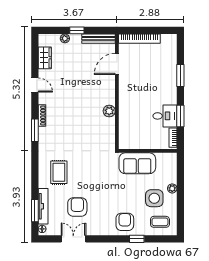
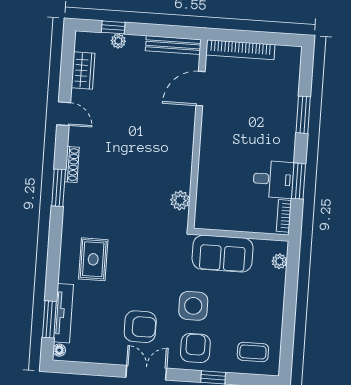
window: (77, 30) -> (113, 27), moved
plant: (109, 111) -> (180, 200), moved
plant: (172, 188) -> (279, 261), moved
side table: (154, 198) -> (193, 306), moved
armchair: (77, 207) -> (140, 327), moved, turned 90
double door: (73, 239) -> (146, 373), moved

